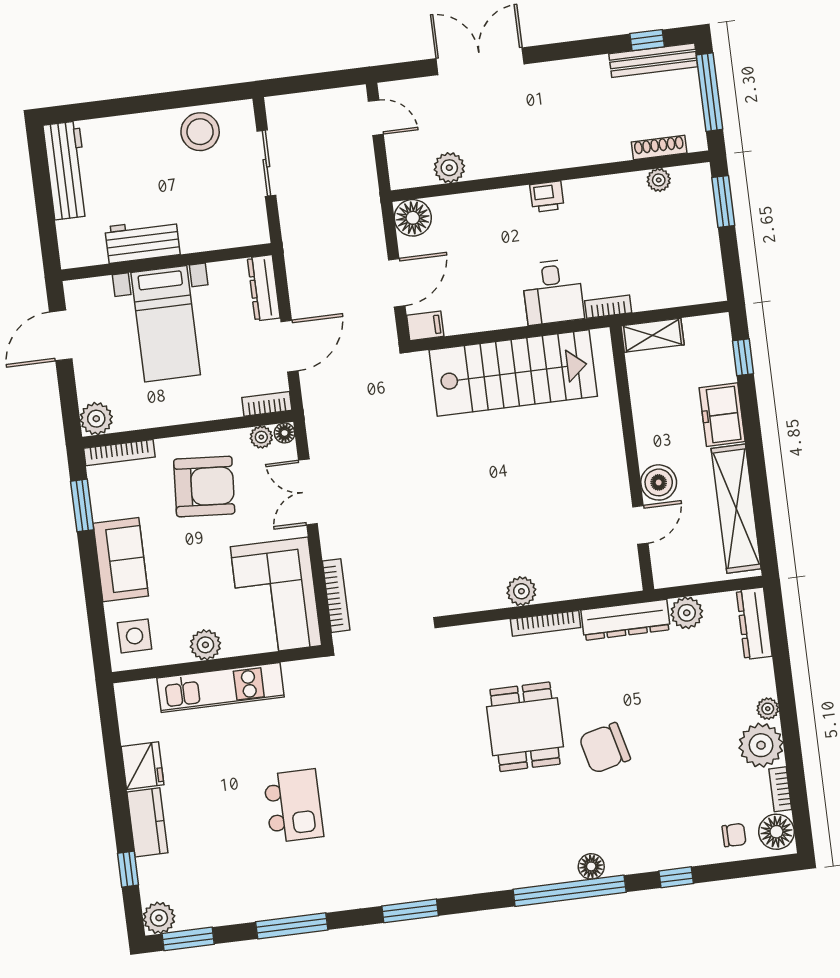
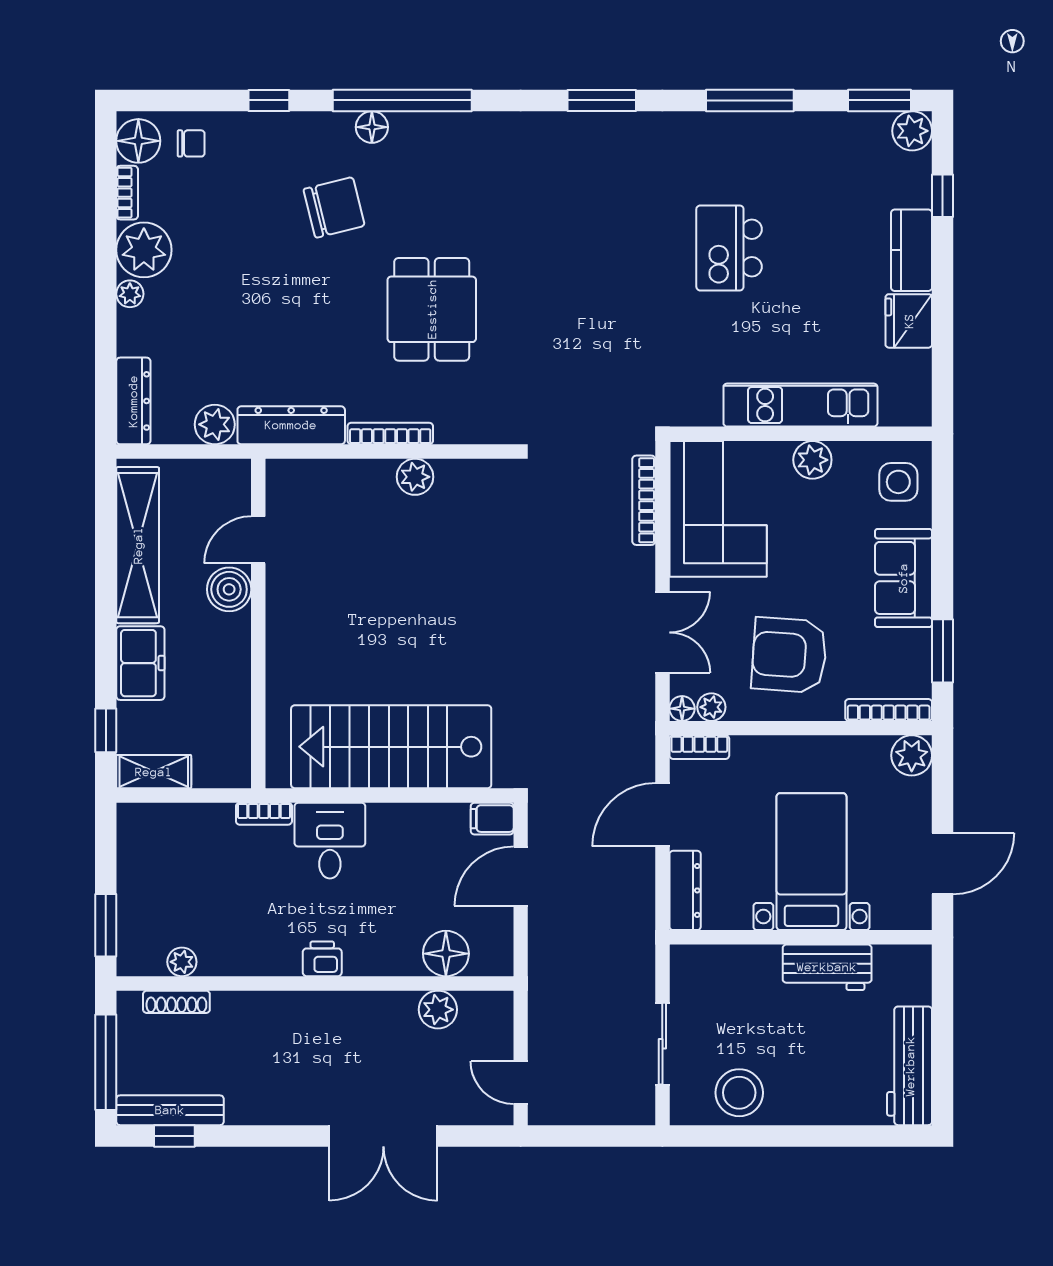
floor lamp: (413, 218) -> (446, 954), moved
shelving: (652, 335) -> (154, 772), moved
chair: (605, 748) -> (334, 207), moved
chair: (734, 835) -> (191, 143), turned 180

